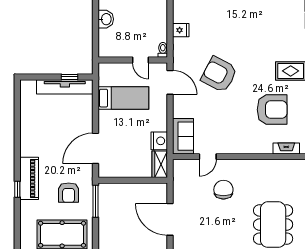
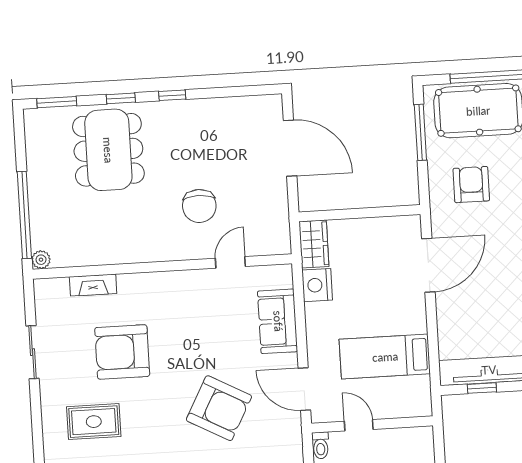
sofa: (183, 136) -> (278, 321), moved
window: (96, 201) -> (420, 132), moved

